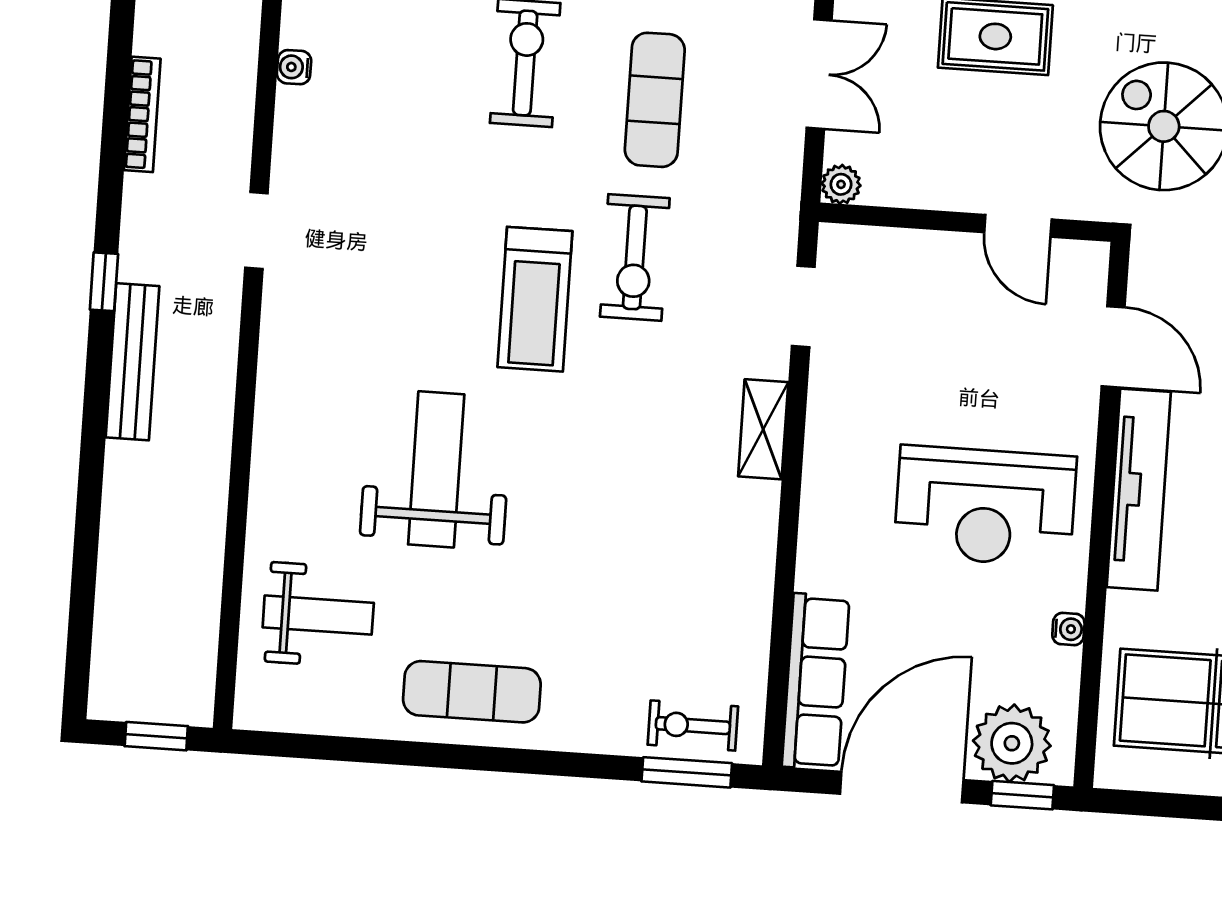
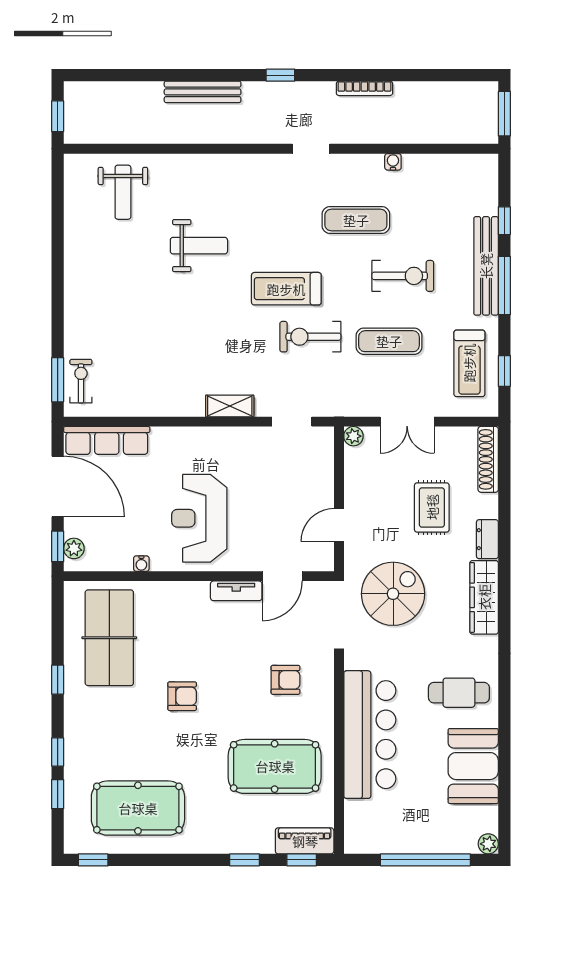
bench: (132, 362) -> (203, 92), moved
weight bench: (436, 469) -> (199, 246), width x0.73, depth x0.75
tv unit: (1139, 490) -> (236, 591), width x0.52, depth x0.78
exercise mat: (472, 692) -> (356, 220), moved, turned 90
plant: (1012, 743) -> (74, 548), width x0.53, depth x0.53

